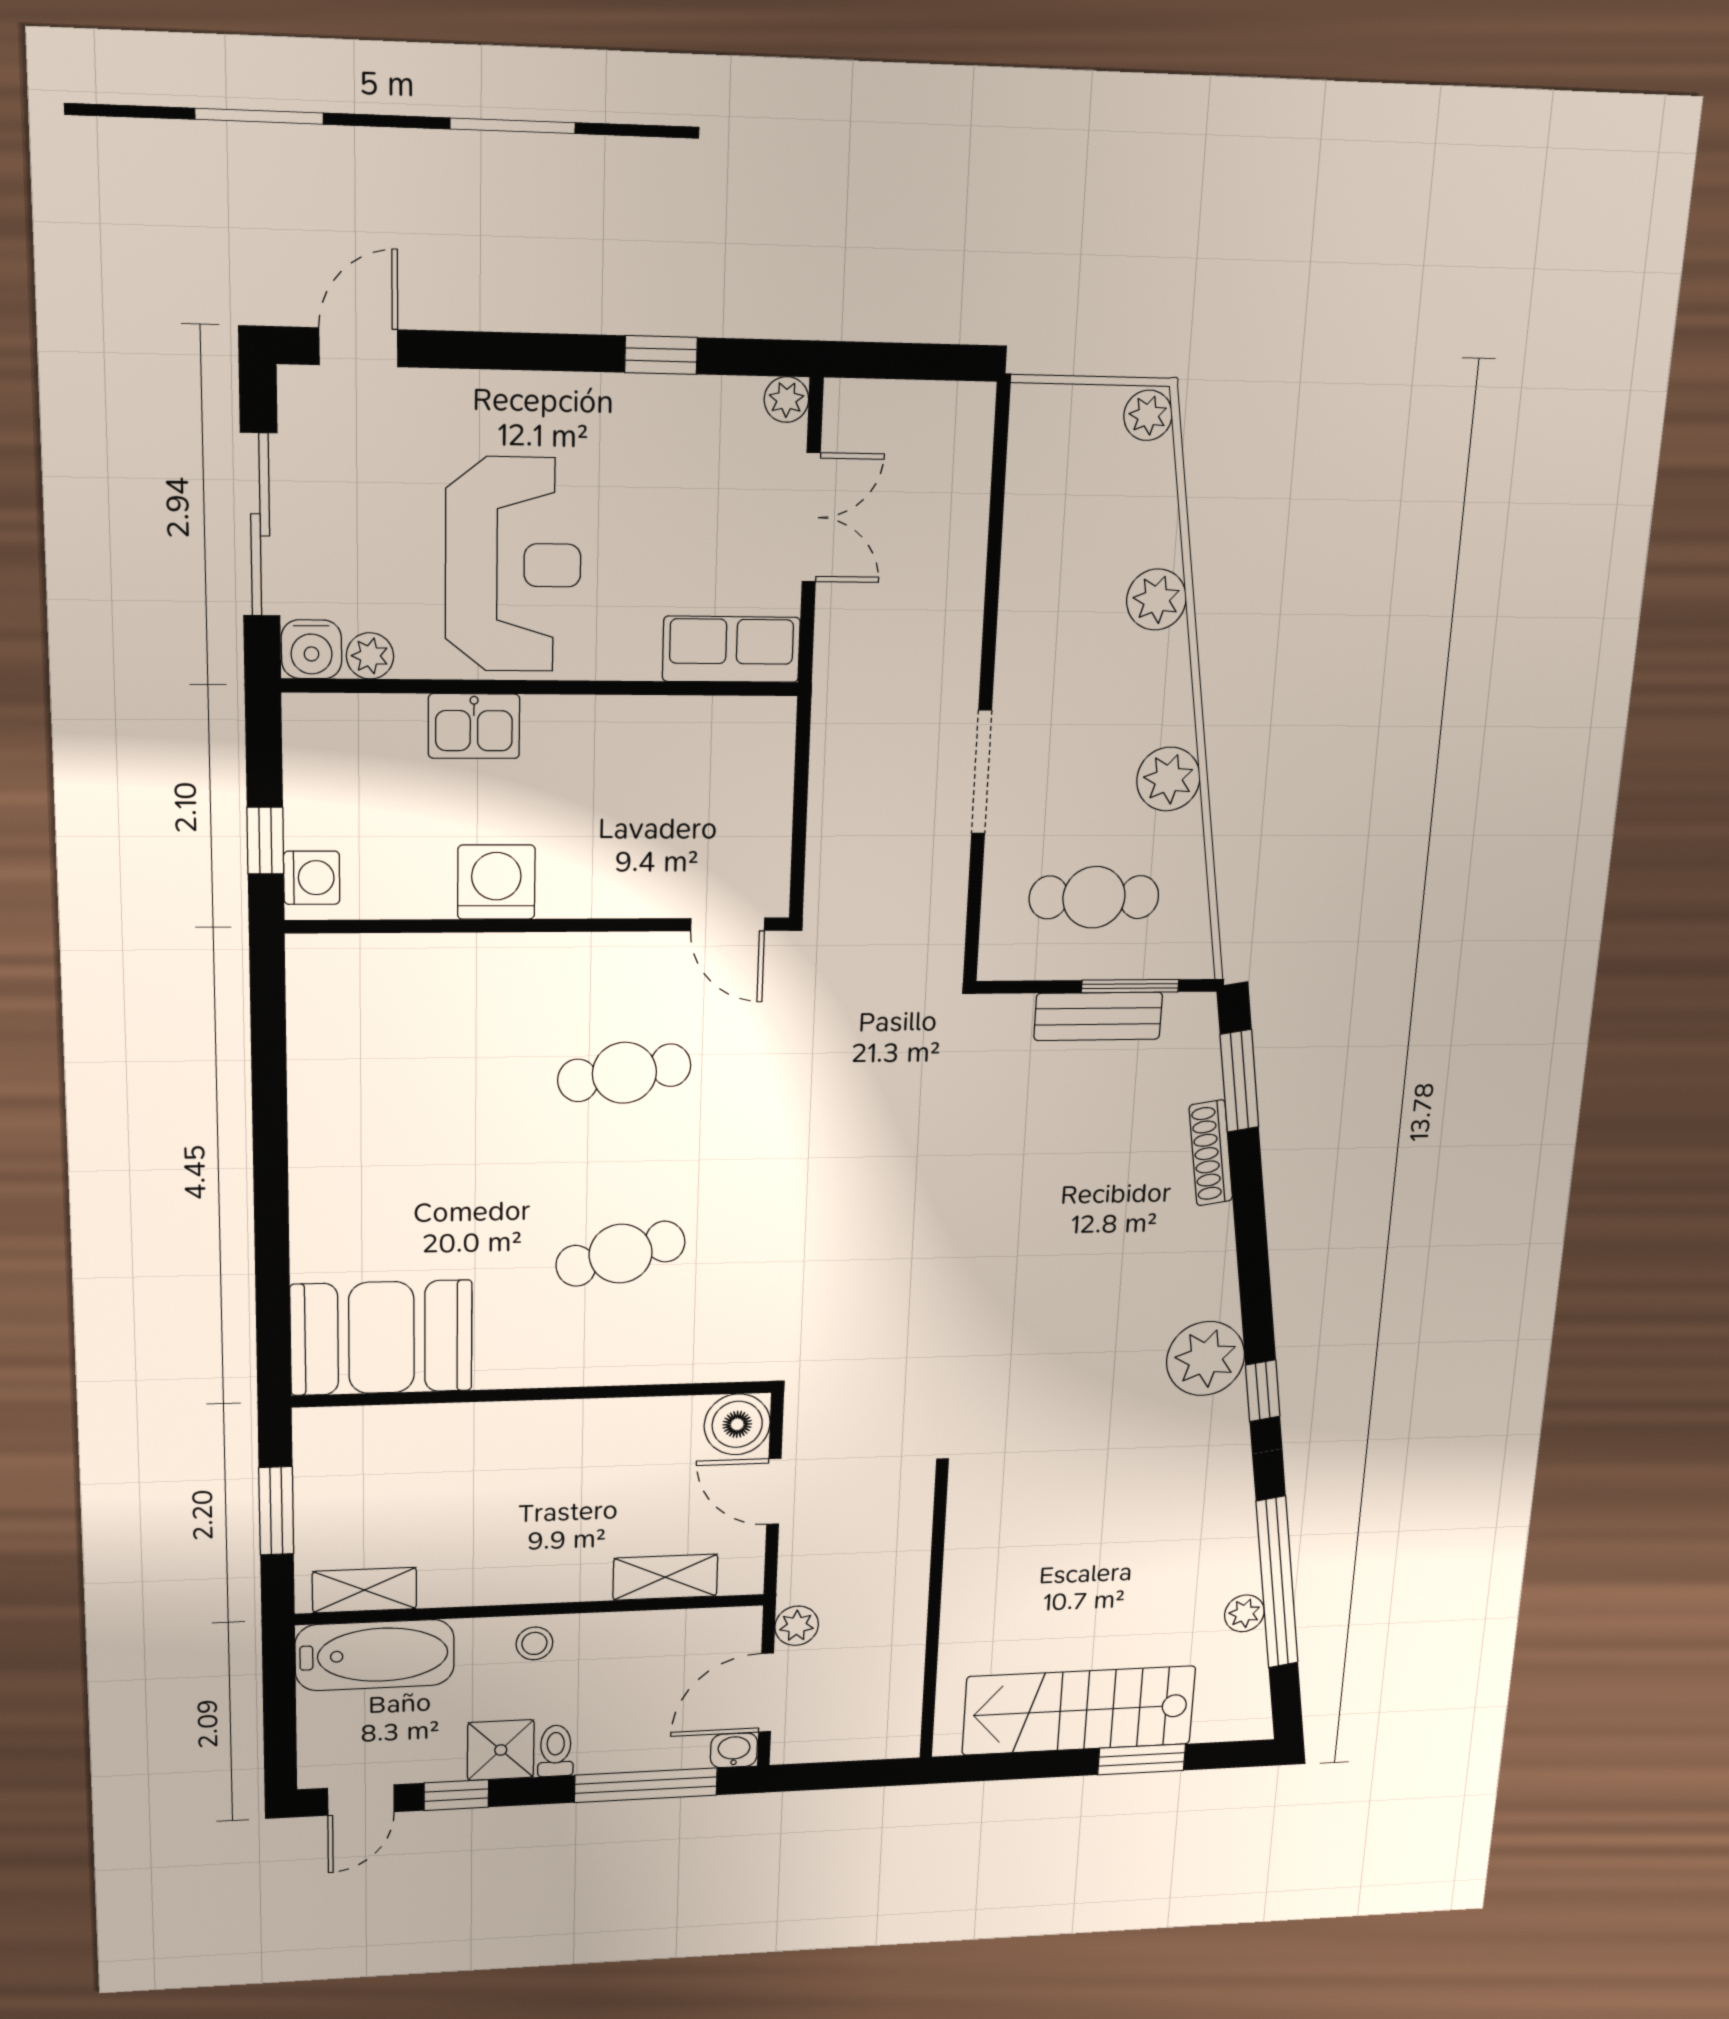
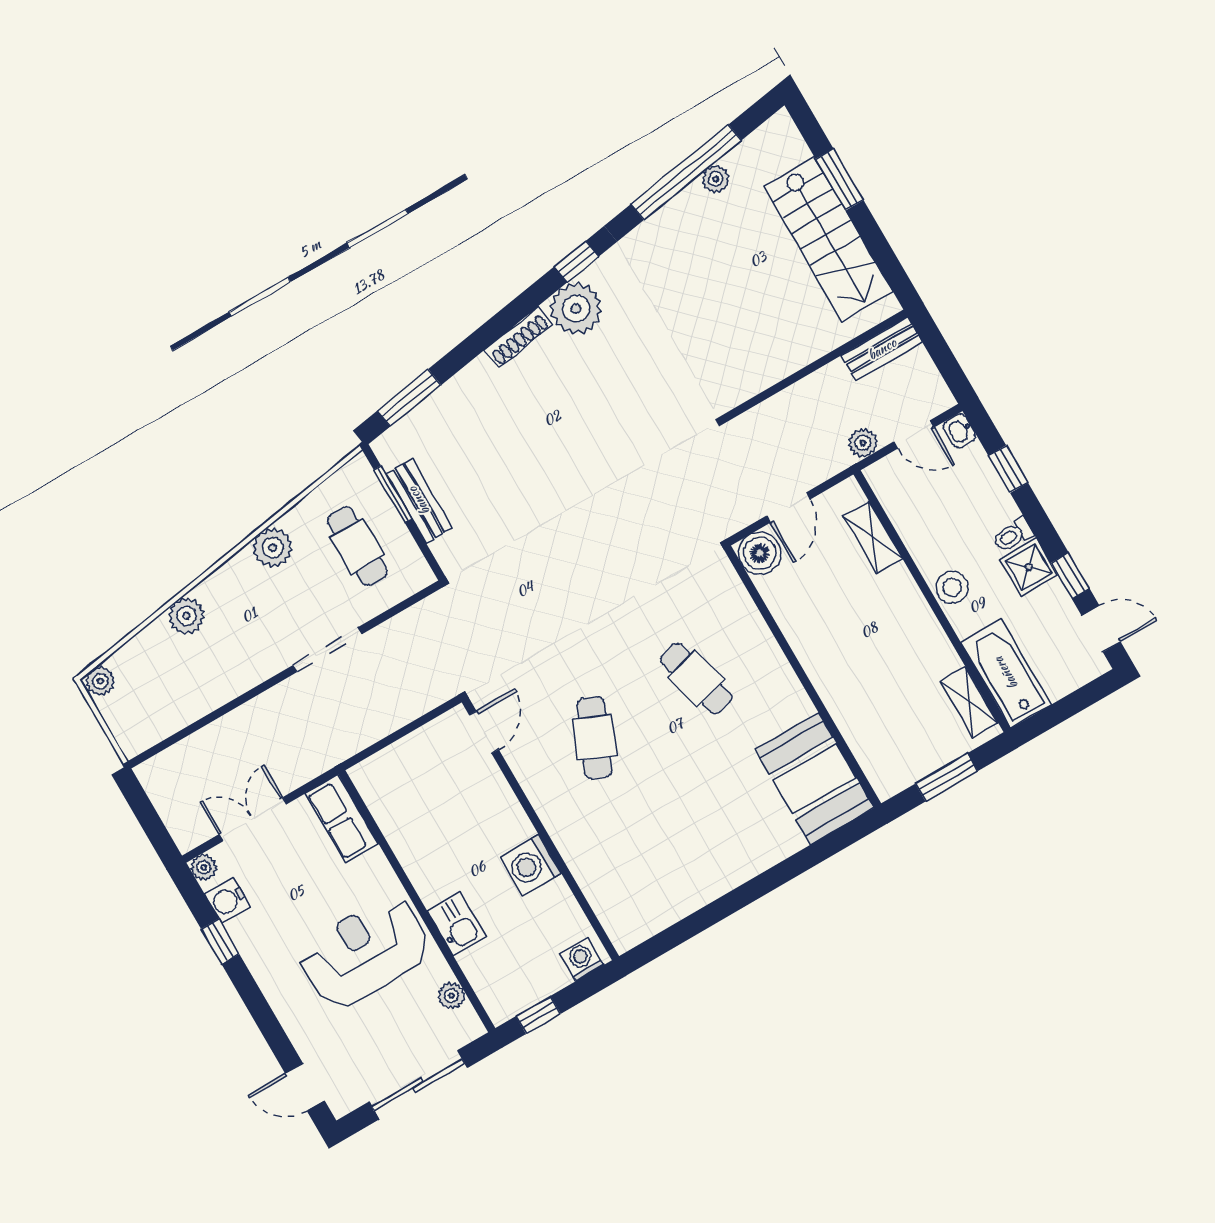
water cooler: (311, 649) -> (228, 900), moved, turned 180
window: (265, 841) -> (538, 1015), moved
cafe table: (624, 1073) -> (595, 738), turned 33
shoe rack: (1211, 1153) -> (518, 337), moved
stool: (534, 1643) -> (952, 587), width x1.37, depth x1.37
door: (766, 1693) -> (914, 435), width x0.73
bench: (901, 1707) -> (882, 349), added
window: (646, 1785) -> (1008, 469), width x0.46

